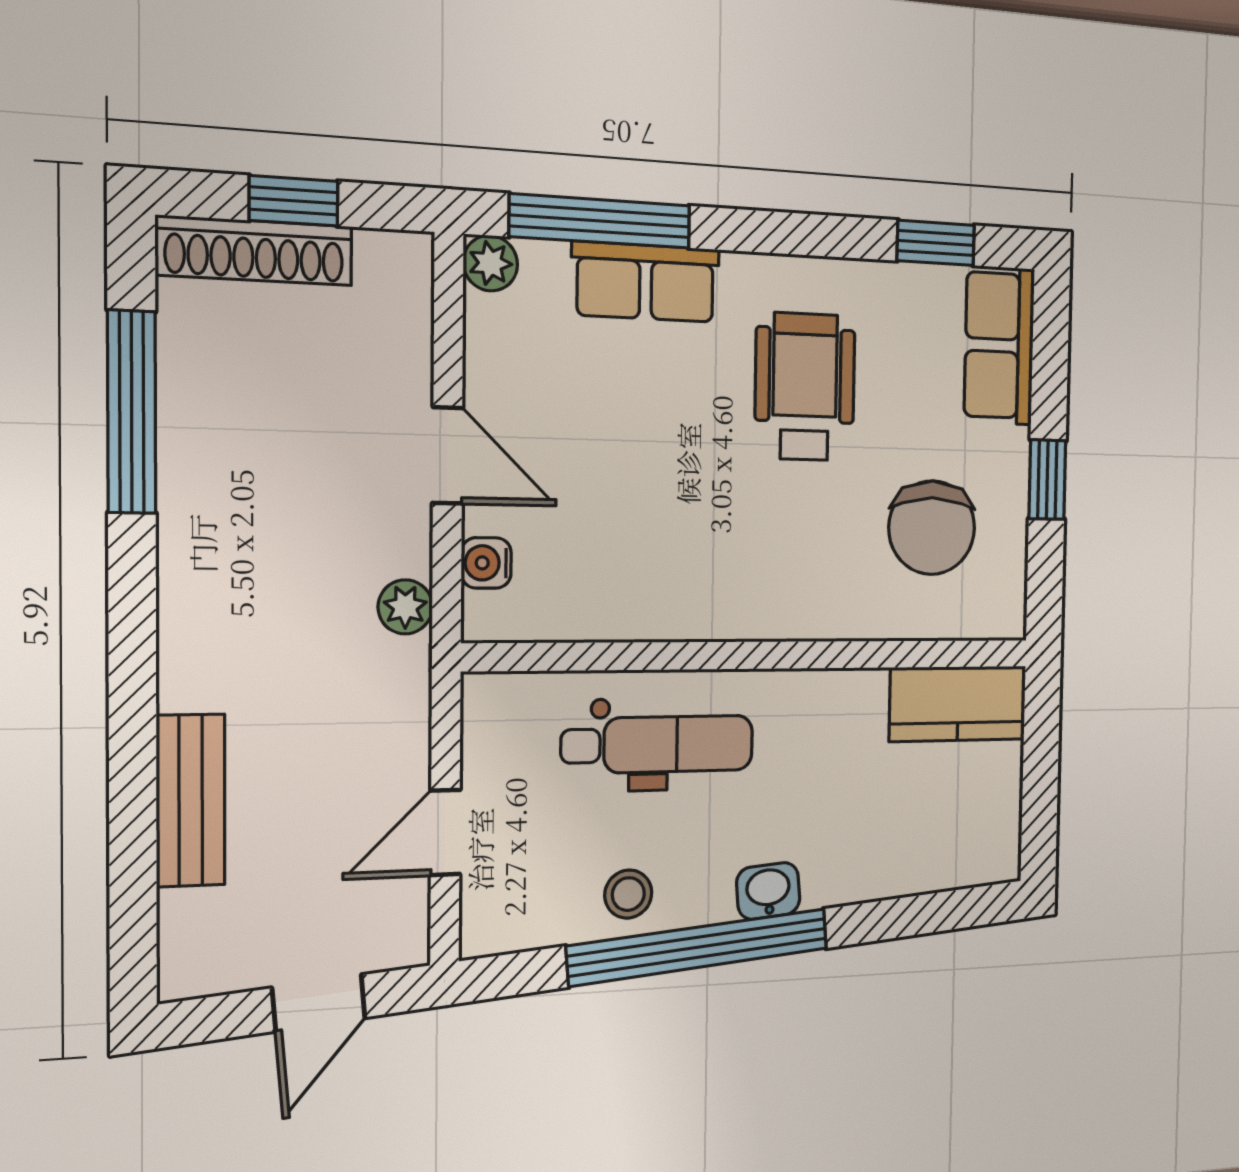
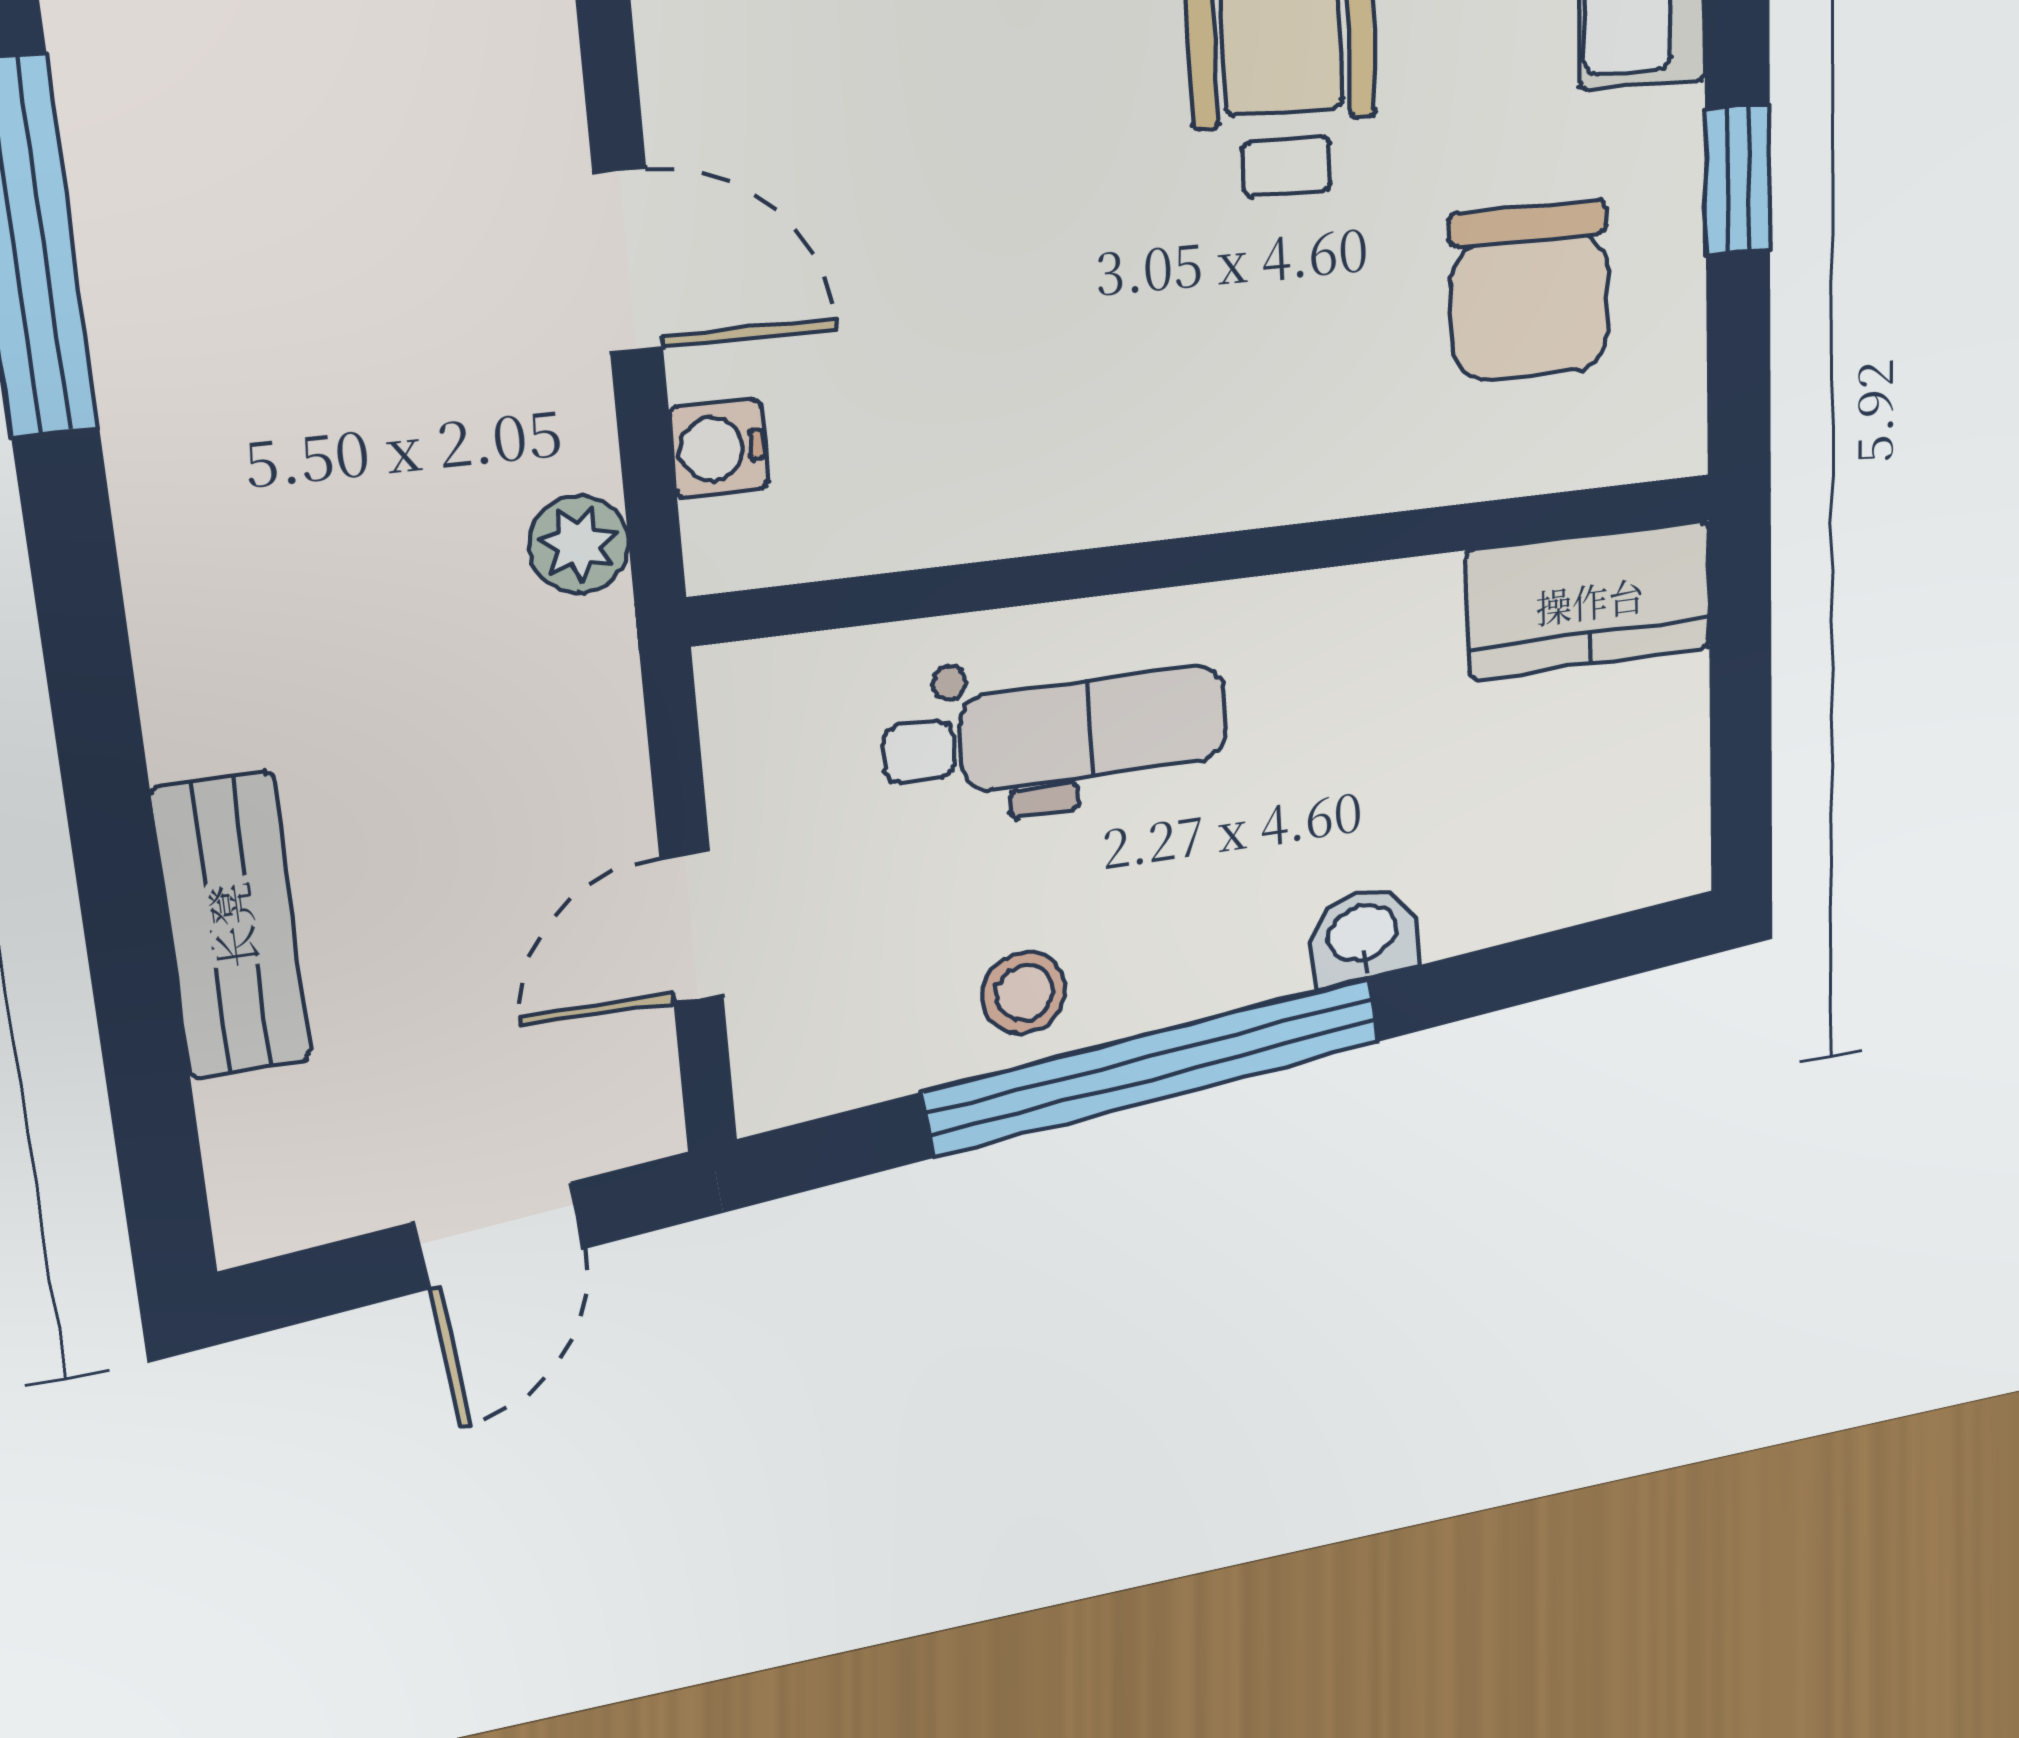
washbasin: (768, 891) -> (1363, 936), moved

